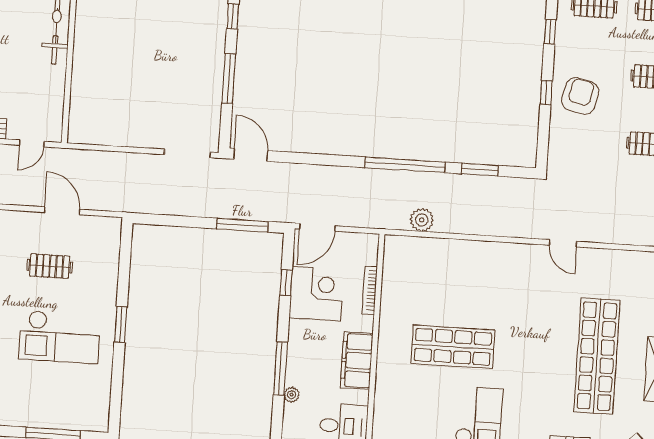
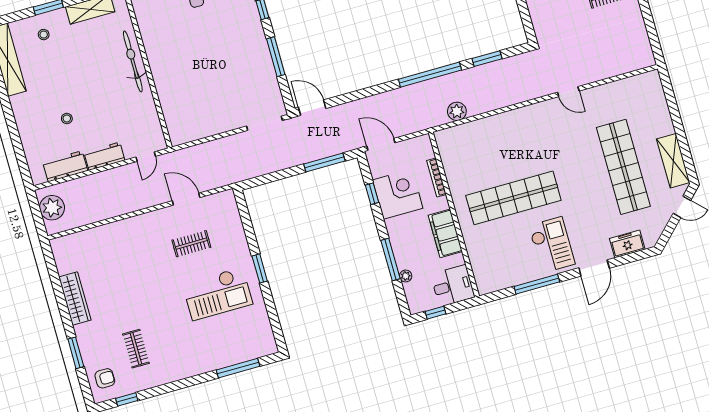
door: (317, 227) -> (381, 144), swing flipped
shop shelf: (453, 347) -> (513, 198), width x1.40

